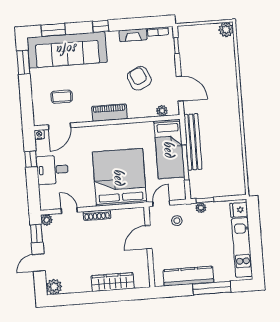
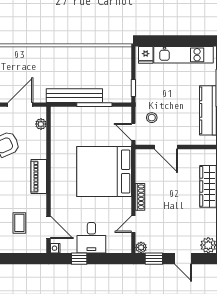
bed: (169, 149) -> (80, 120), removed
plant: (201, 208) -> (141, 93), removed

